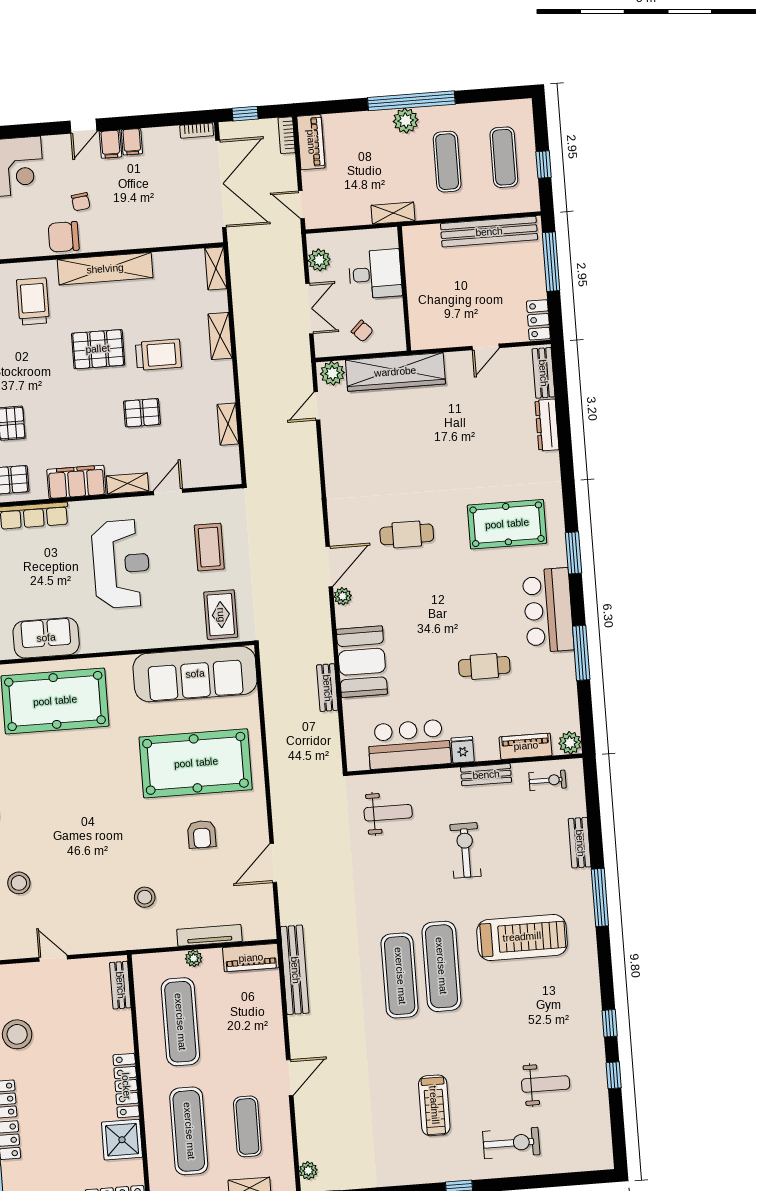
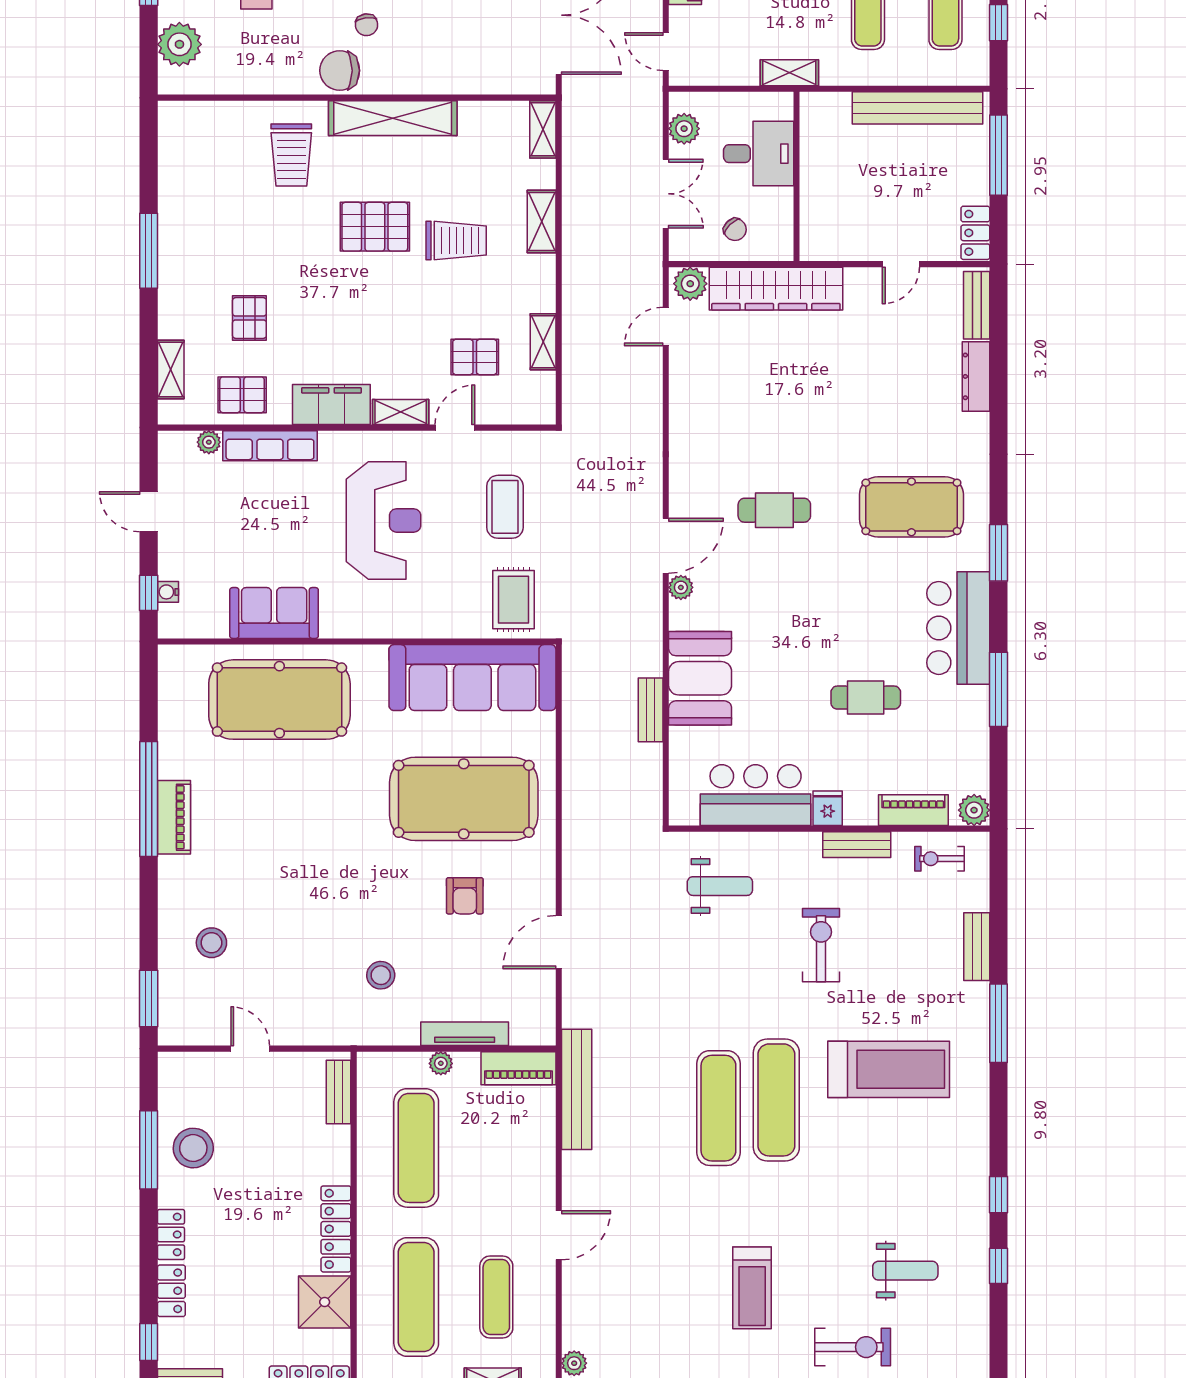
trolley: (33, 301) -> (291, 155), turned 180
pallet: (142, 413) -> (475, 357), moved
exercise bike: (547, 780) -> (940, 859), turned 180

